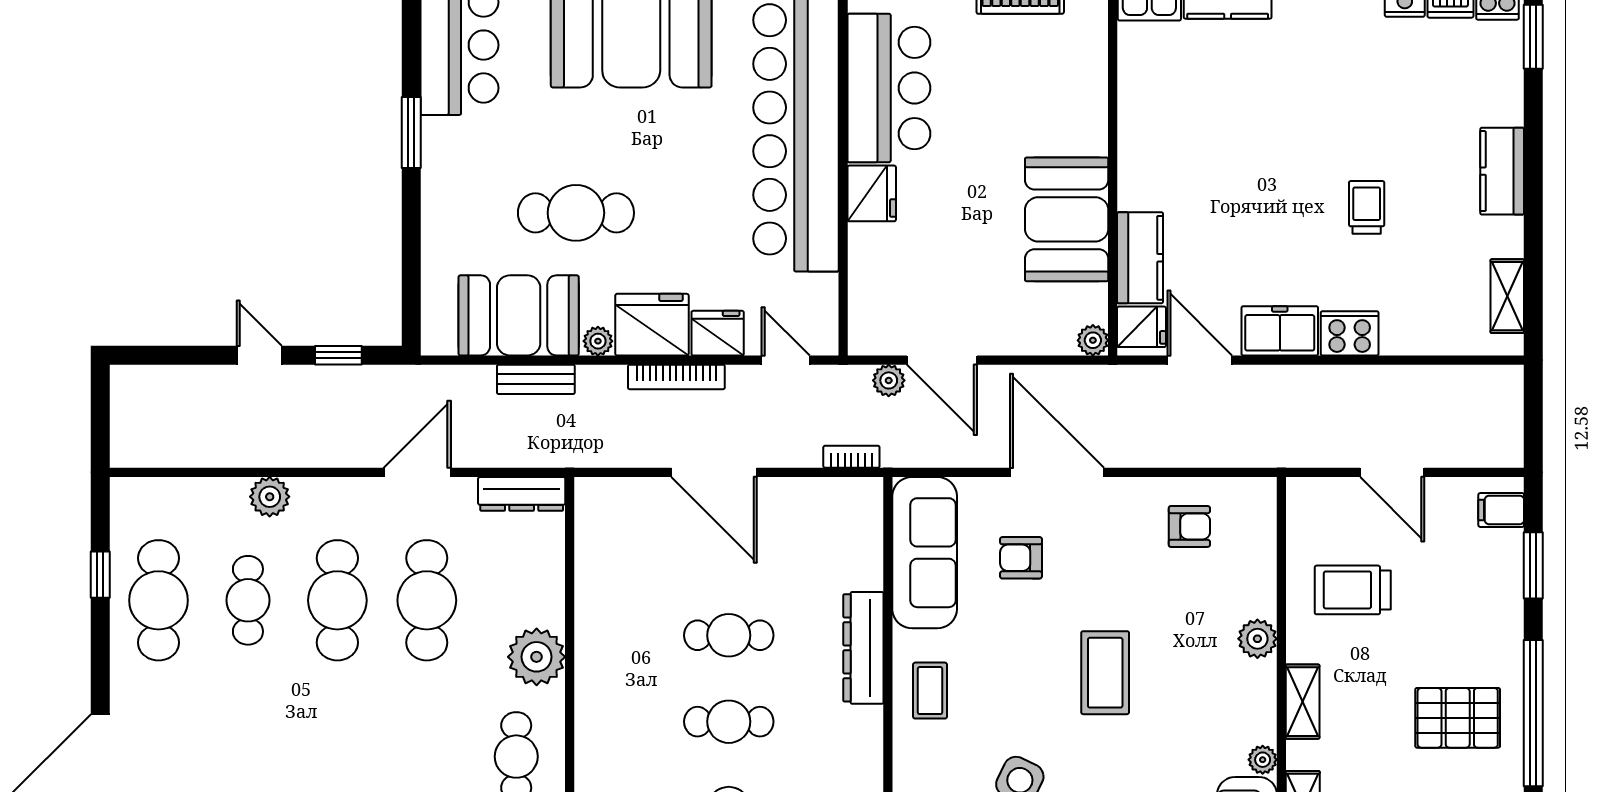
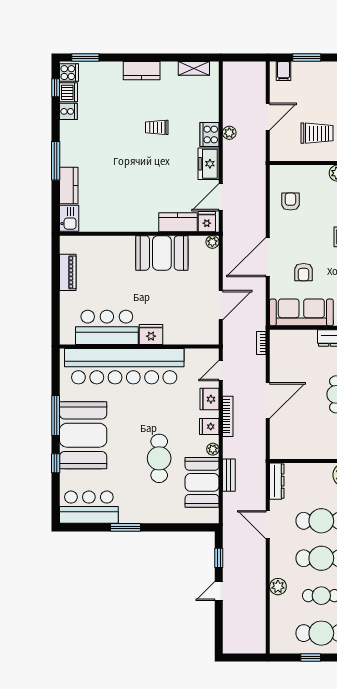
fridge: (652, 325) -> (209, 427), width x0.53, depth x0.75
plant: (889, 380) -> (229, 133), moved
trolley: (1353, 590) -> (317, 133), turned -90

